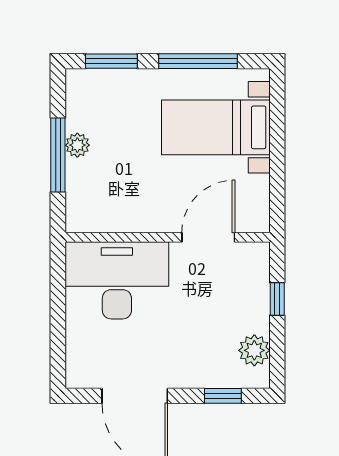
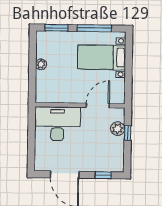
window: (58, 155) -> (32, 69), removed
plant: (254, 350) -> (118, 129), moved

